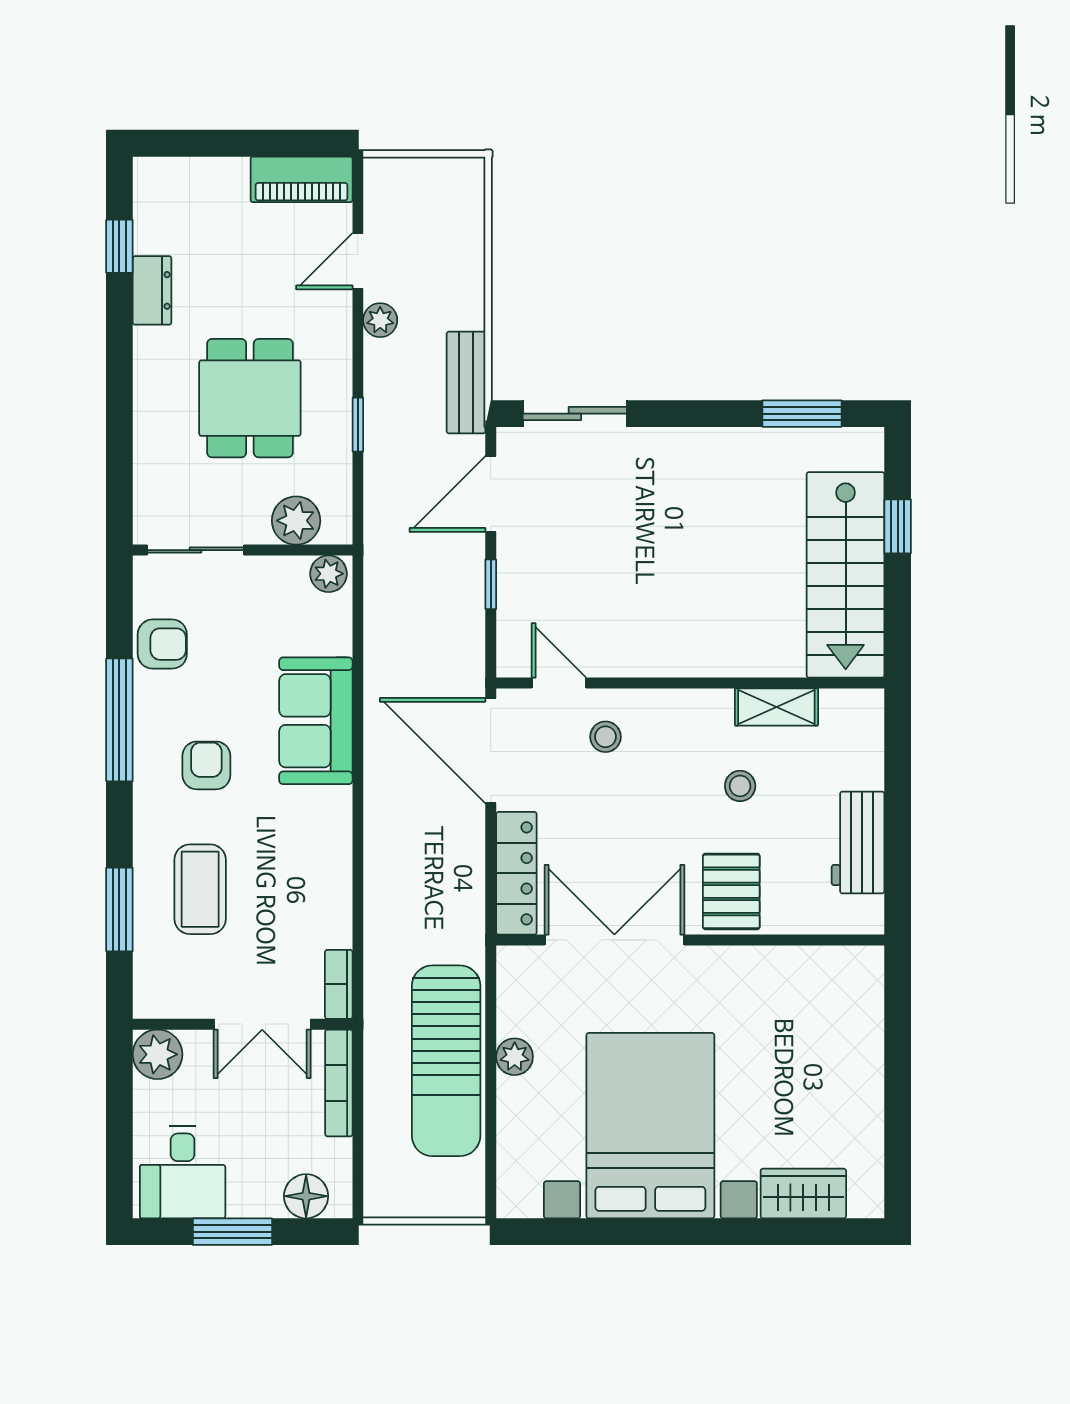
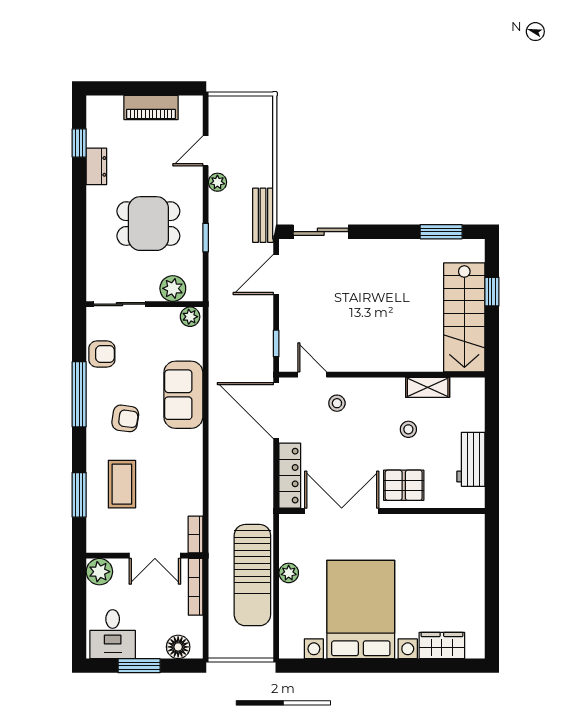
piano: (302, 179) -> (151, 107), moved
dining table: (250, 398) -> (148, 224), turned 90
window: (491, 584) -> (276, 343), moved
armchair: (206, 765) -> (125, 418), turned 98
pallet: (731, 891) -> (404, 485), turned 90

